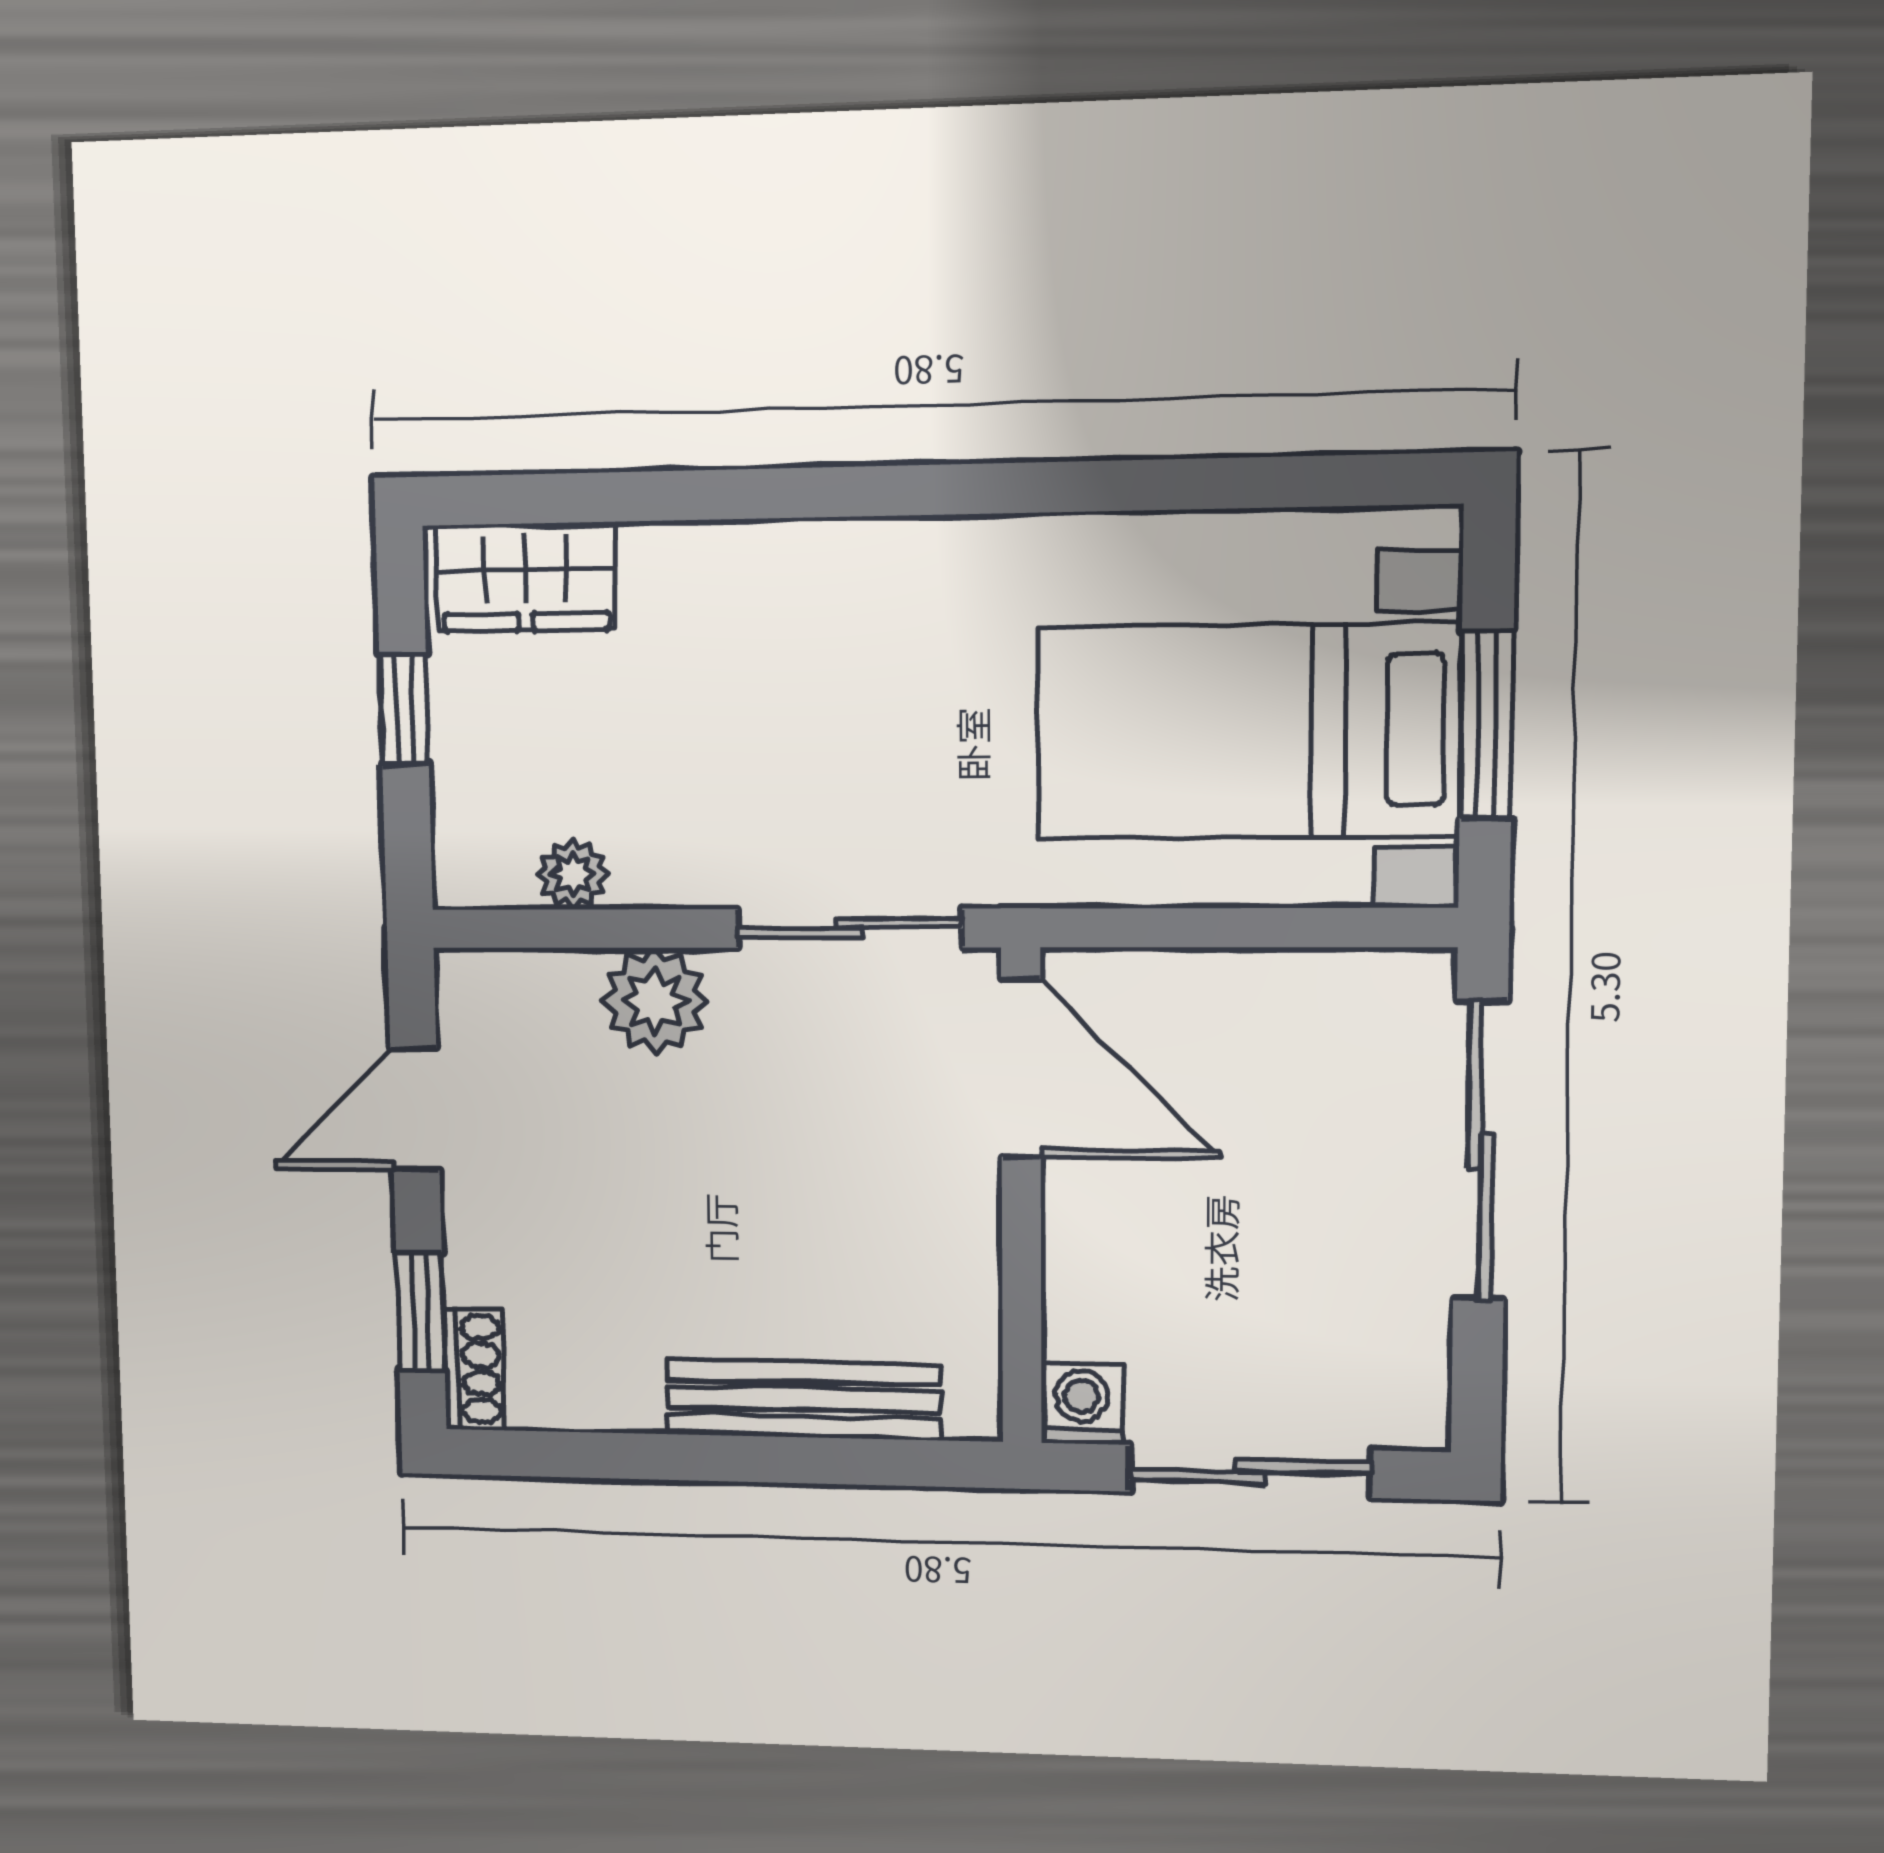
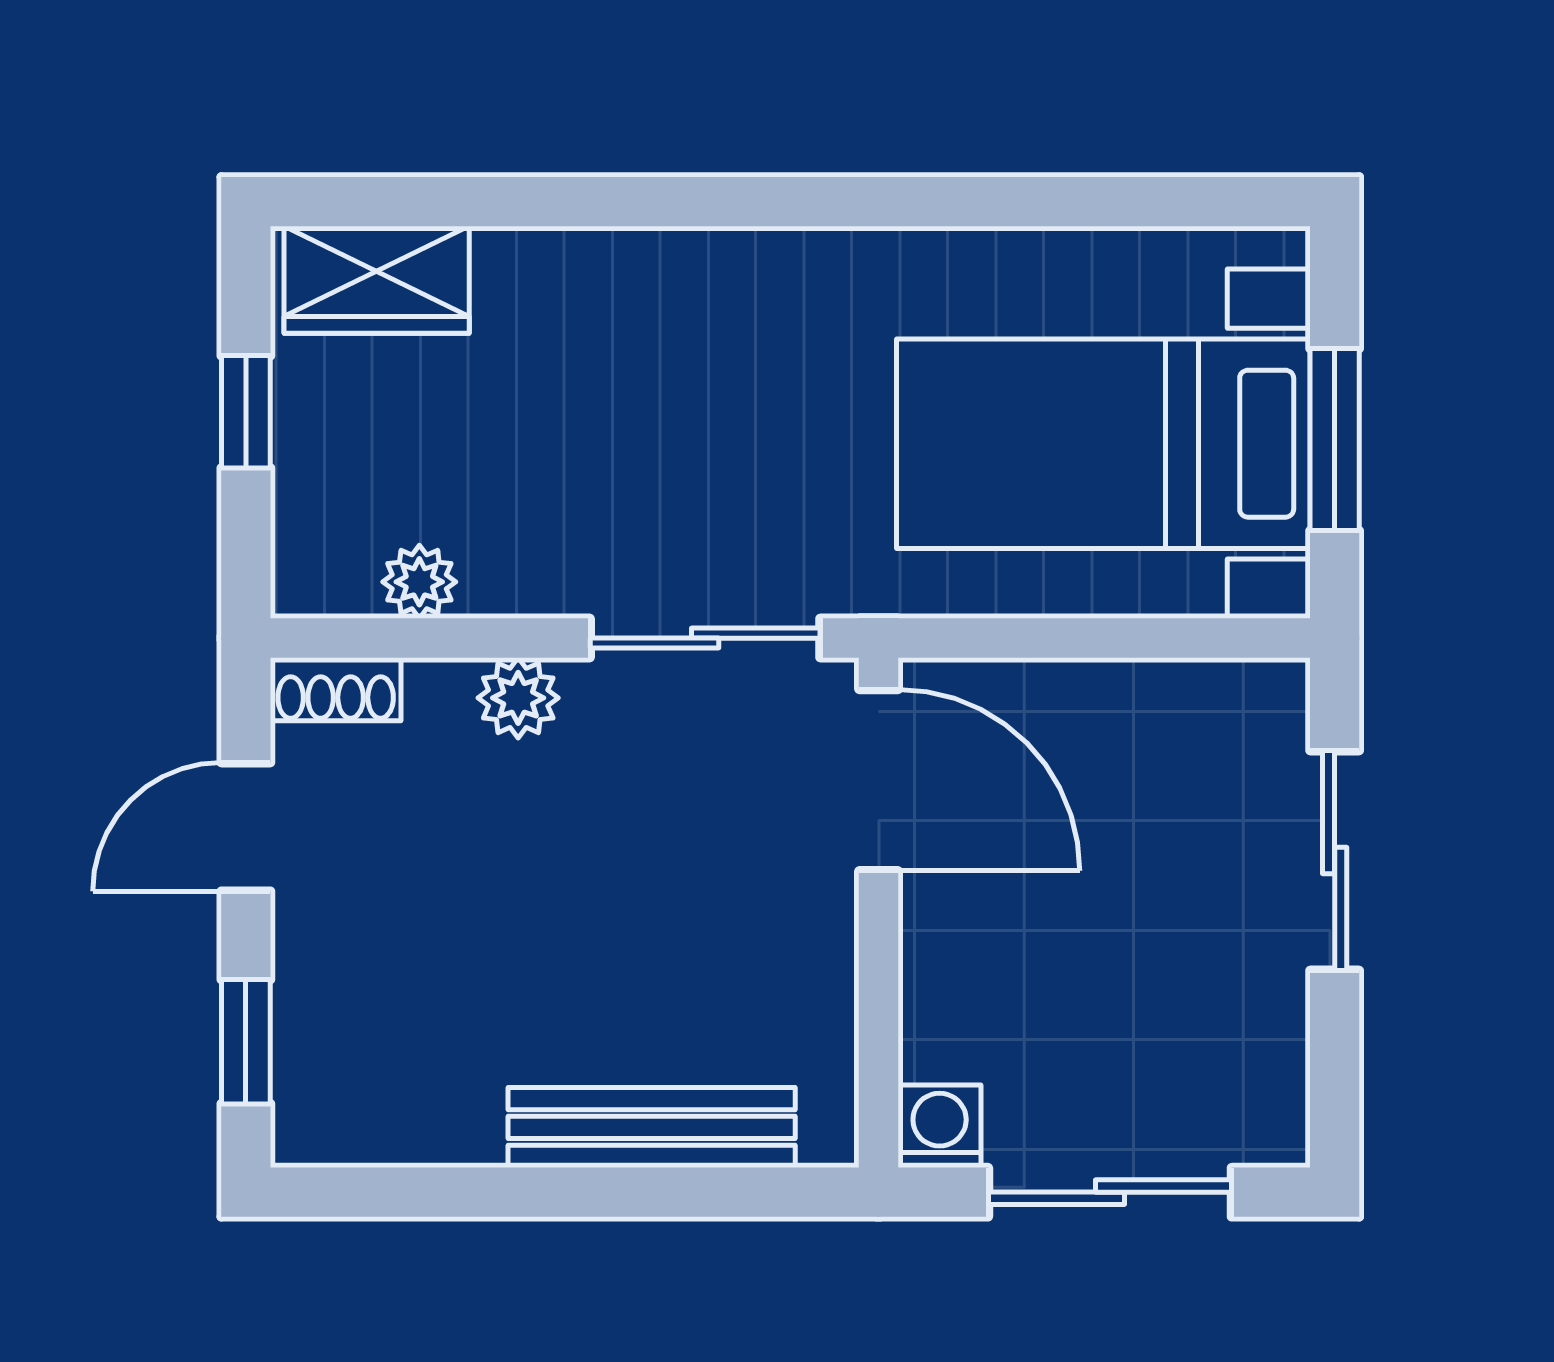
plant: (655, 1001) -> (518, 698), width x0.73, depth x0.73
sliding door: (1480, 1151) -> (1335, 861), width x0.73
shoe rack: (474, 1369) -> (336, 689), moved, turned 90

